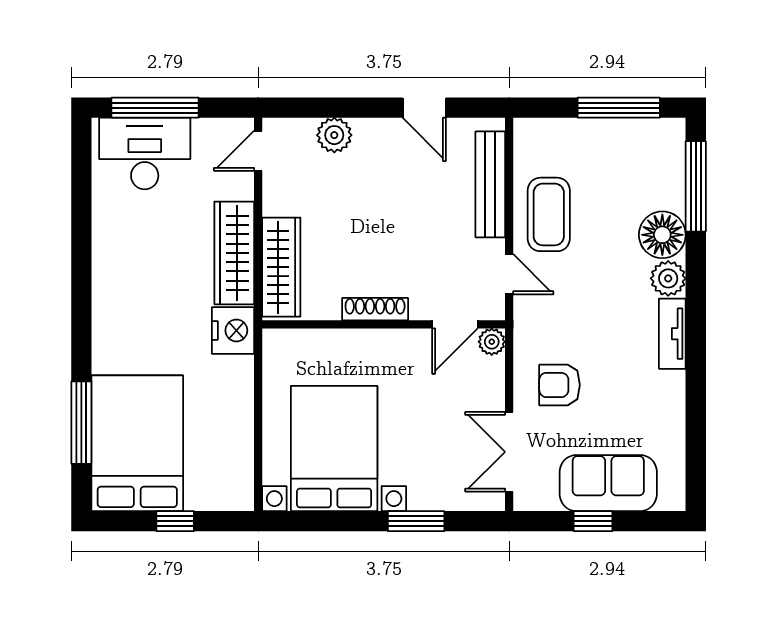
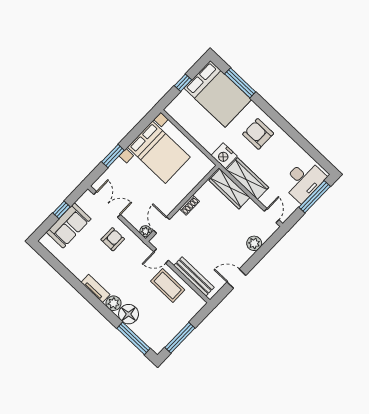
armchair: (140, 308) -> (258, 134), added
shoe rack: (375, 309) -> (189, 205), width x0.70

